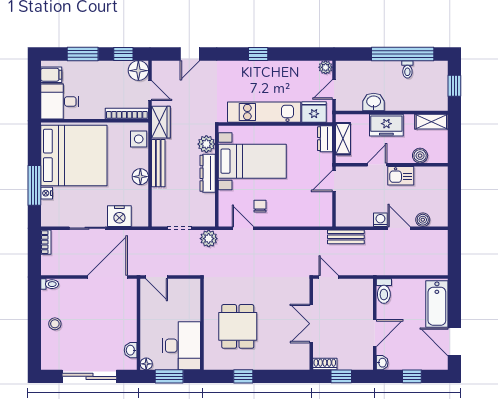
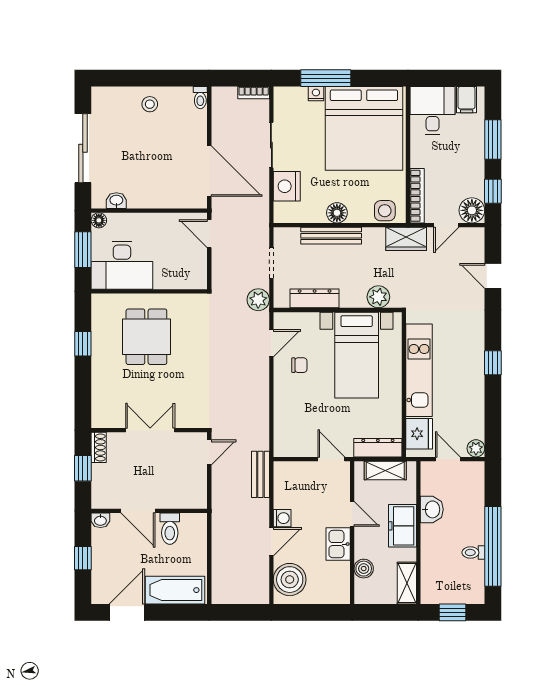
dresser: (325, 139) -> (378, 448), width x1.44
bench: (158, 163) -> (331, 236), moved
dresser: (208, 173) -> (315, 298), moved
boiler: (423, 220) -> (290, 580), width x1.86, depth x1.86
door: (157, 277) -> (209, 234), hinge flipped
toilet: (384, 291) -> (170, 529), moved, turned -90
dining table: (238, 326) -> (146, 337), turned 90

